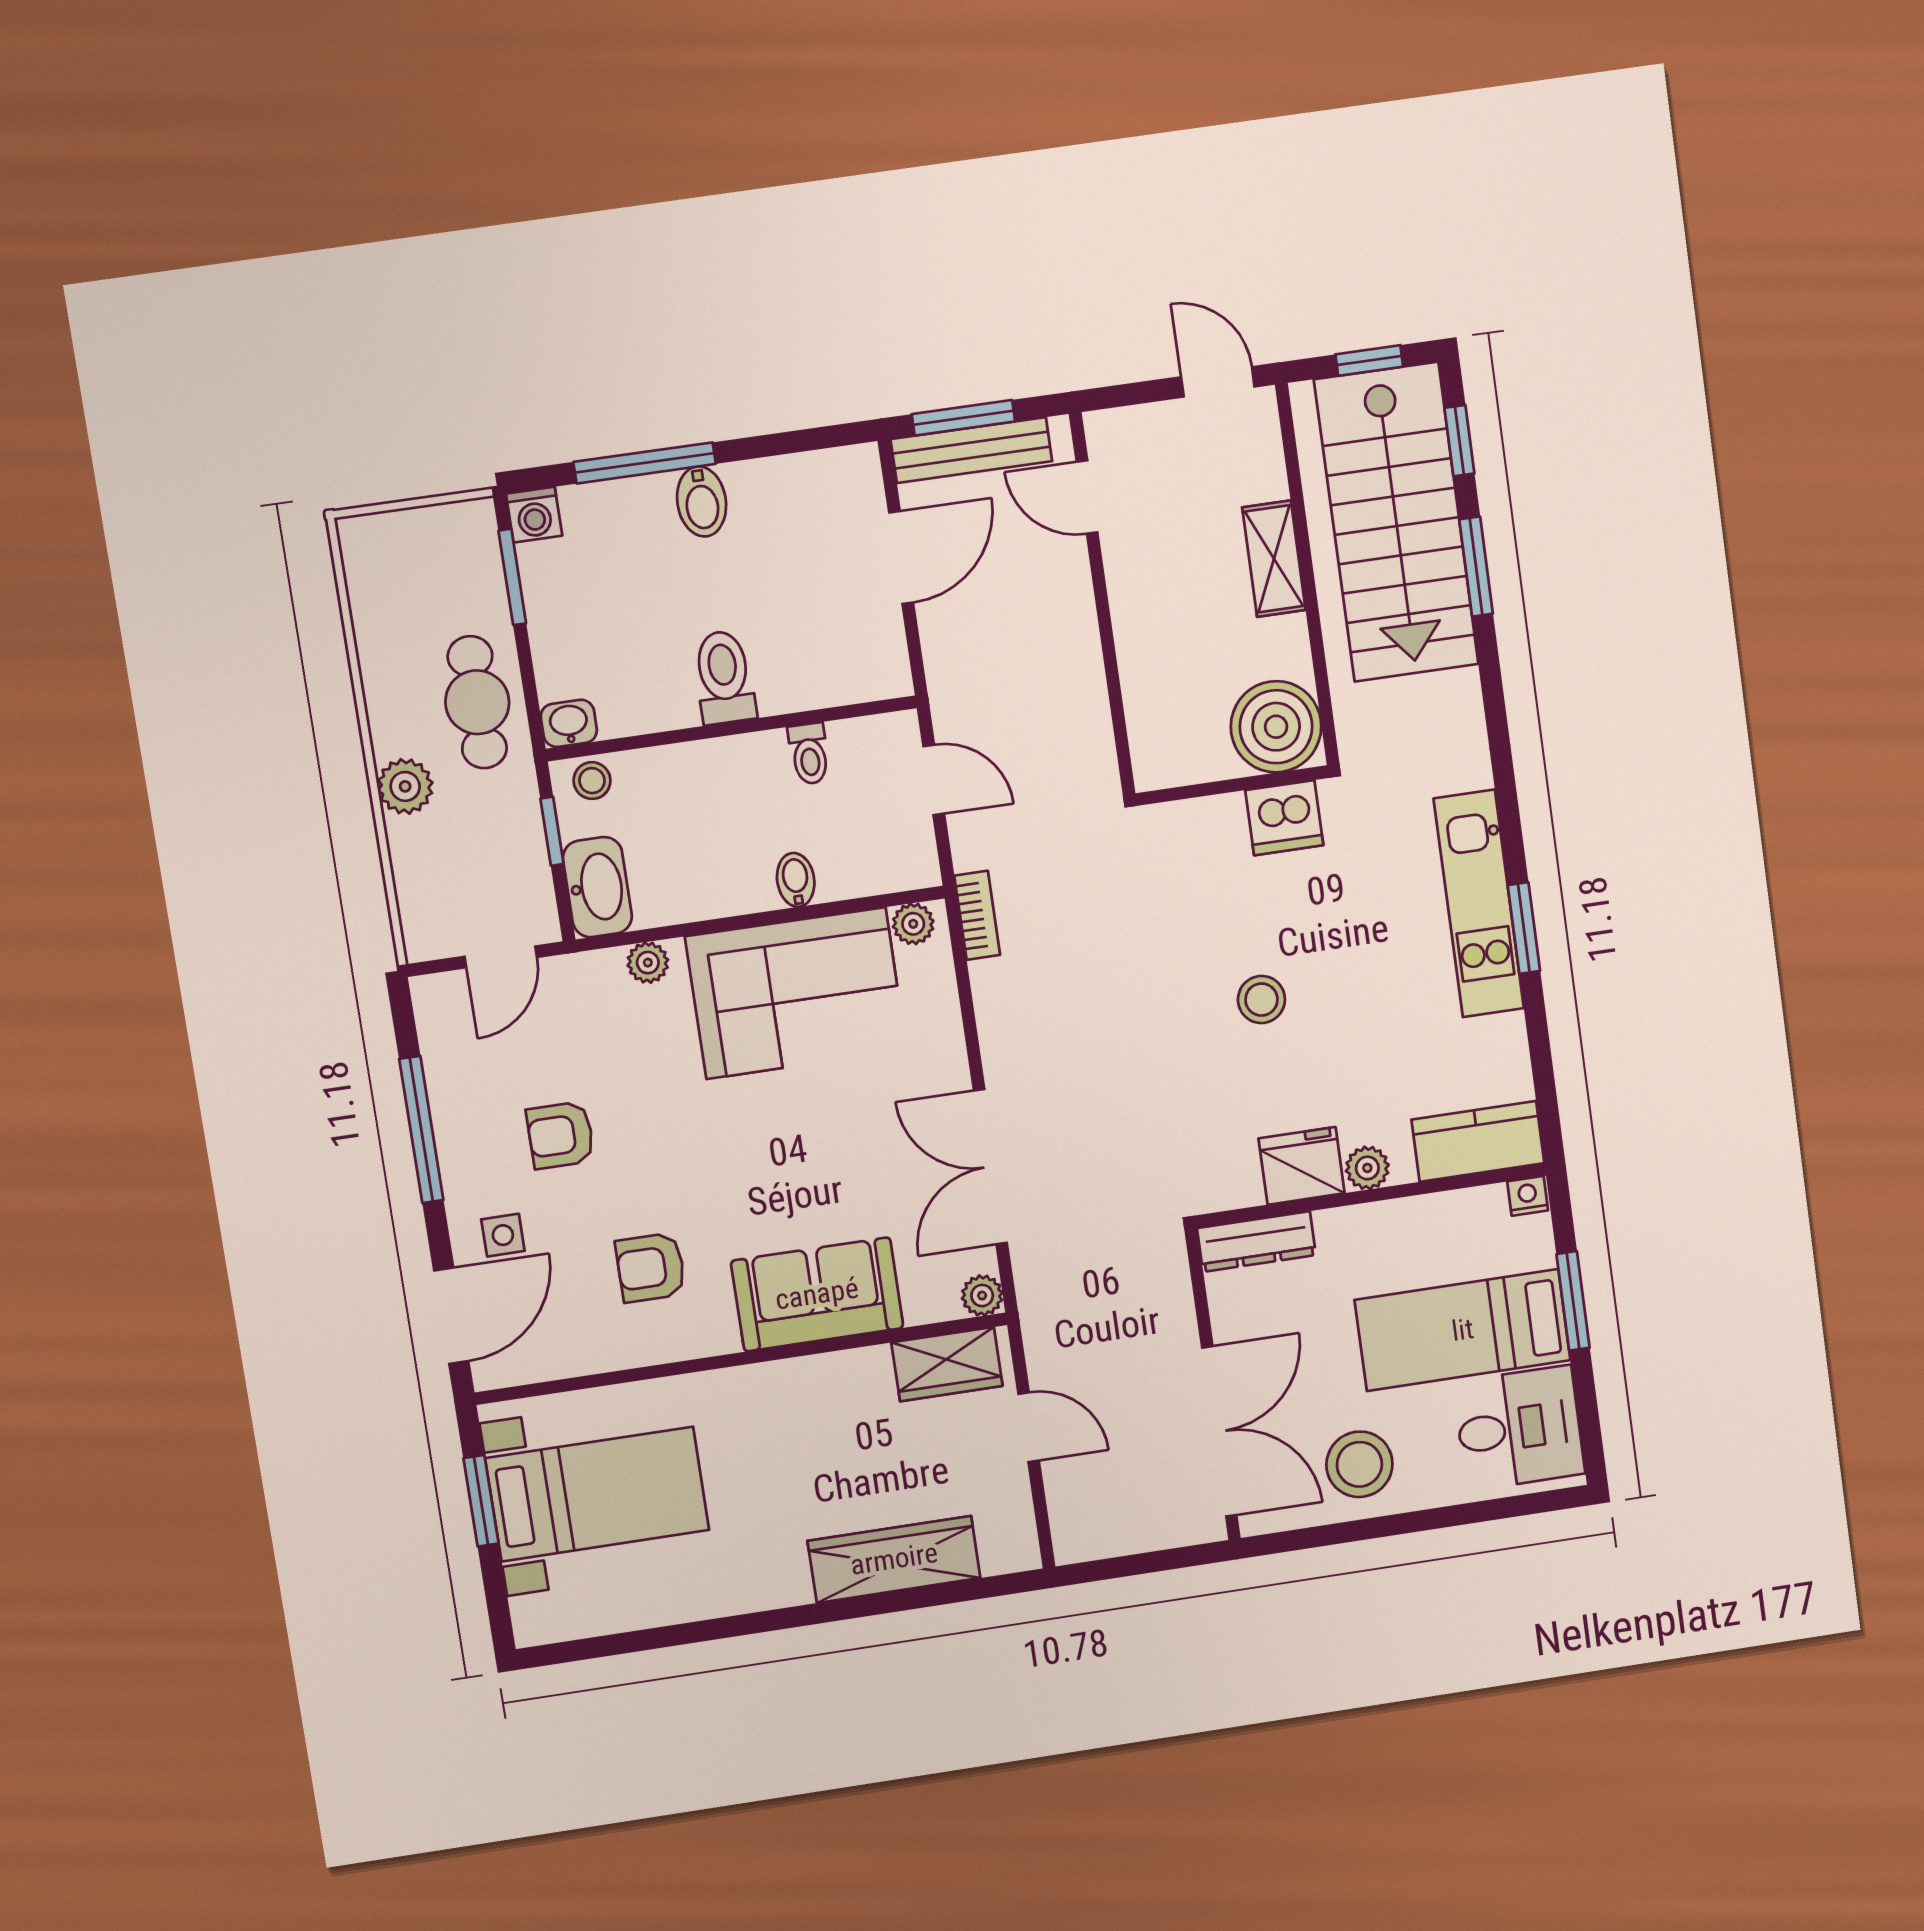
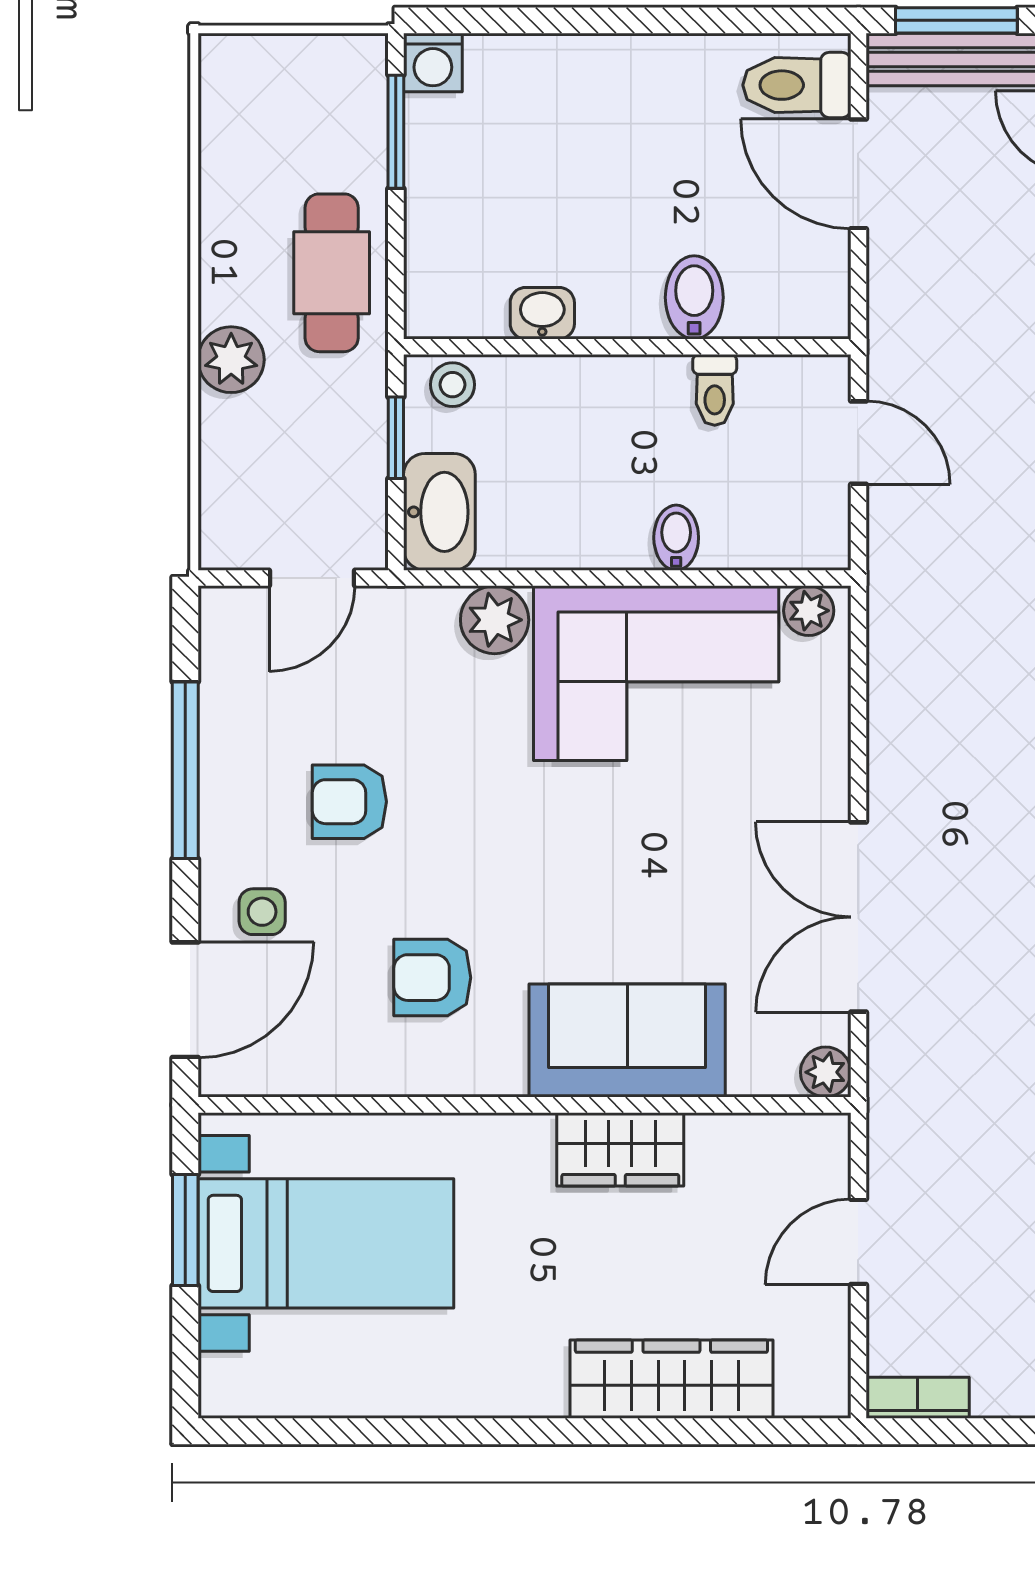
window: (645, 463) -> (572, 20), removed
bidet: (702, 501) -> (694, 297), moved, turned 180
door: (901, 558) -> (858, 174), swing flipped
toilet: (724, 677) -> (797, 85), moved, turned -90
washbasin: (569, 723) -> (542, 313), moved
bookcase: (977, 915) -> (918, 1398), moved, turned -90
plant: (648, 963) -> (495, 620), width x1.38, depth x1.38
wardrobe: (947, 1364) -> (620, 1149), moved
door: (1029, 1427) -> (858, 1242), swing flipped

